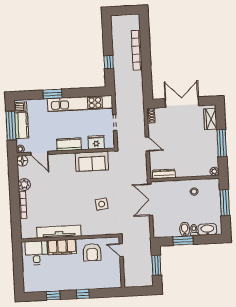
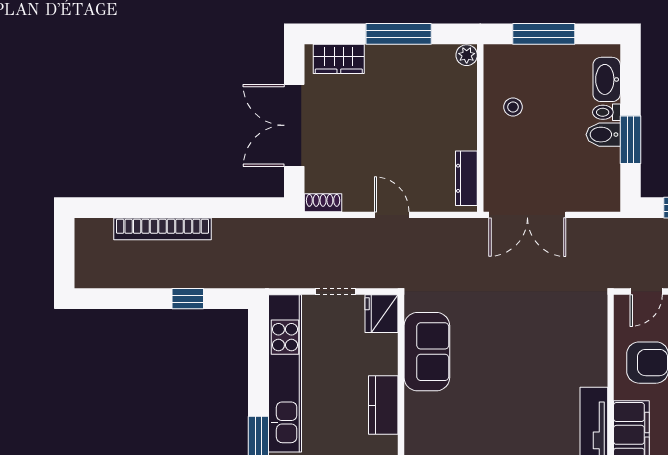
fridge: (96, 142) -> (382, 314), moved
door: (147, 144) -> (392, 215), hinge flipped
side table: (102, 204) -> (532, 333), removed

